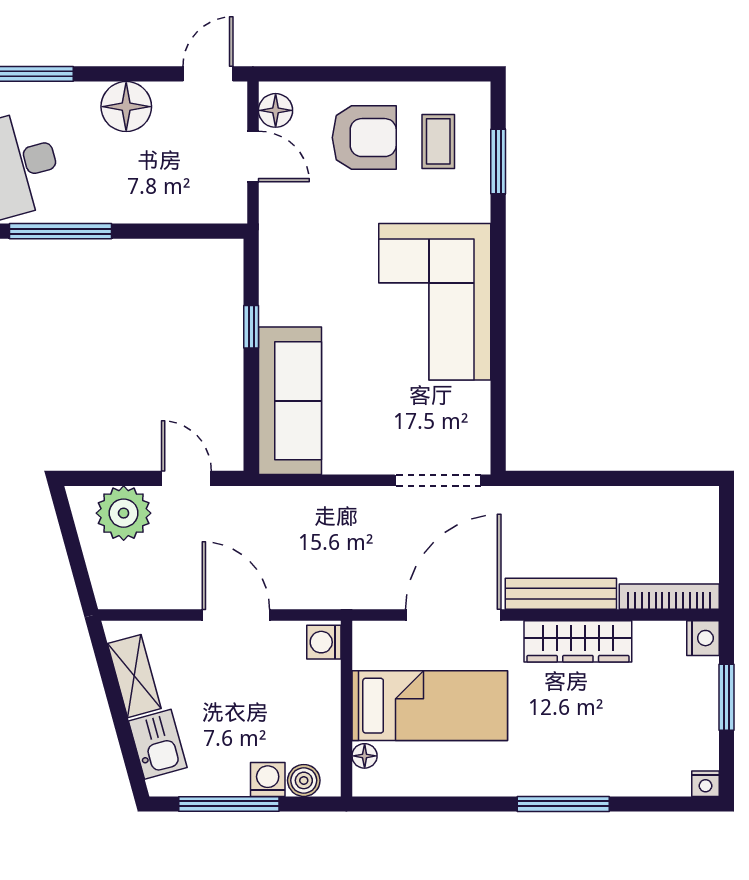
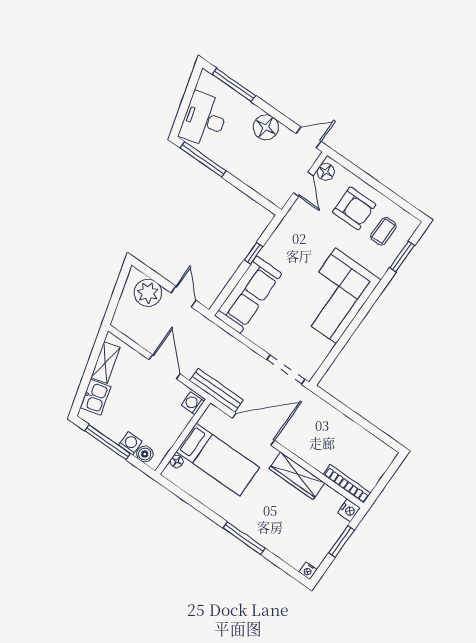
bench: (561, 594) -> (217, 390), moved

